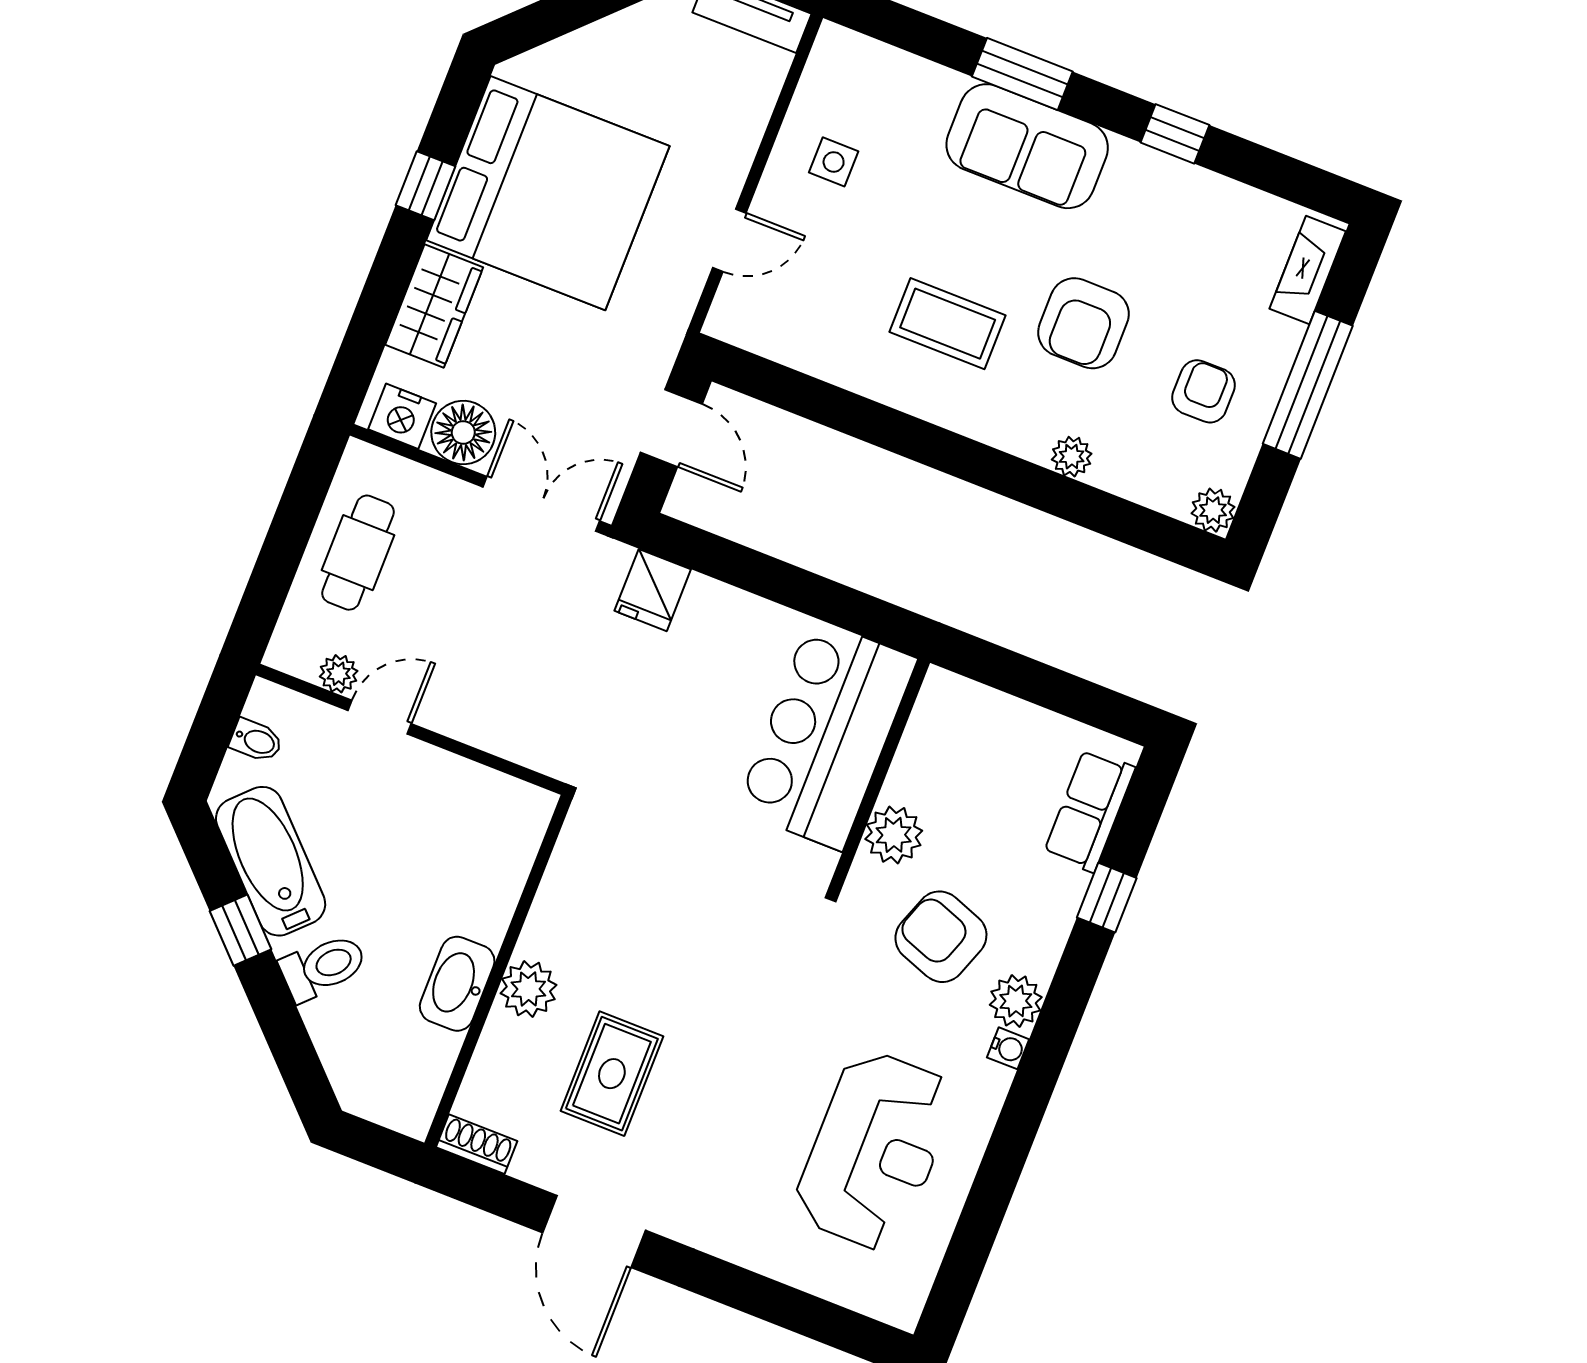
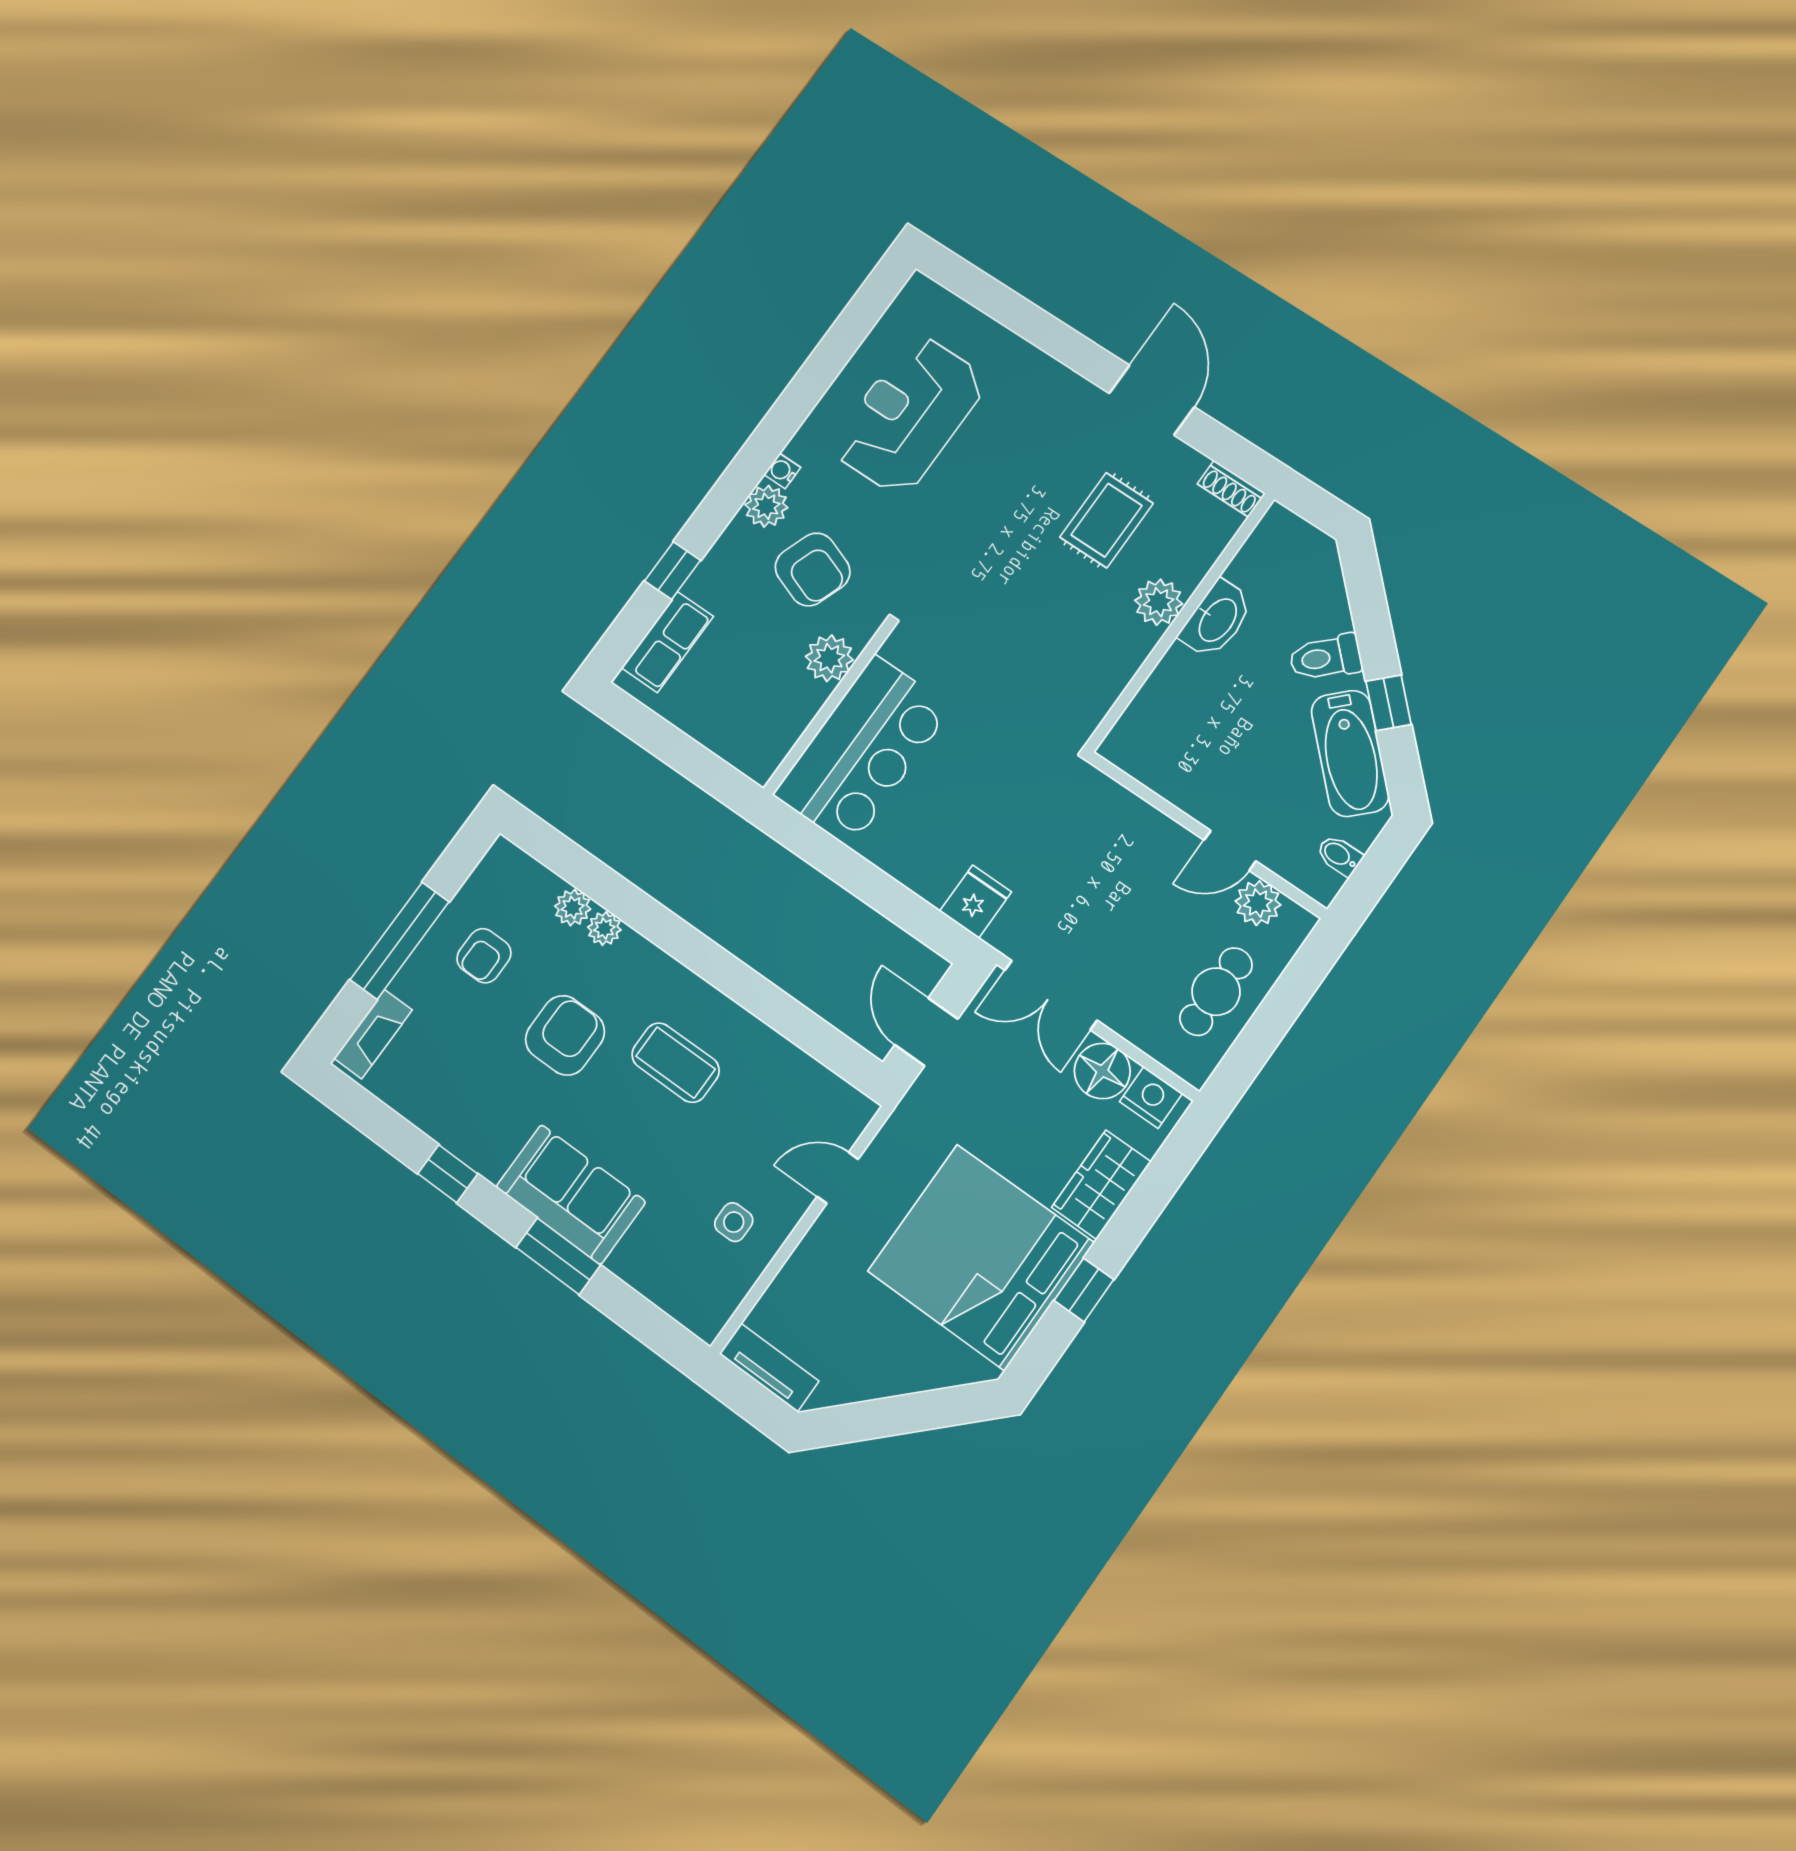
plant: (1213, 510) -> (573, 908), moved
plant: (339, 674) -> (1258, 903), width x1.38, depth x1.38

